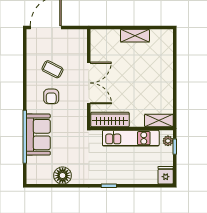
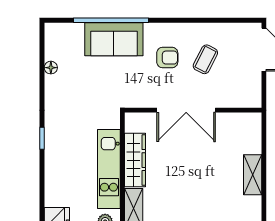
armchair: (51, 96) -> (167, 58), turned 180
wardrobe: (110, 119) -> (135, 160), moved
floor lamp: (63, 176) -> (51, 68), width x0.53, depth x0.53

